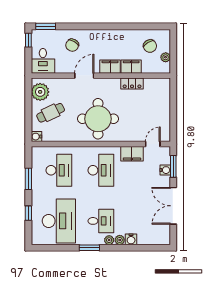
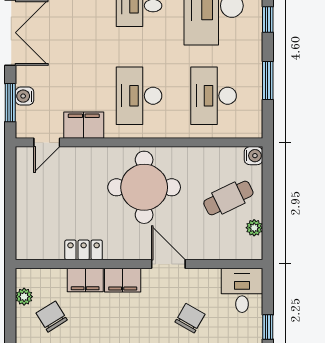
door: (84, 76) -> (168, 264), swing flipped
plant: (40, 92) -> (254, 228), width x0.53, depth x0.53

